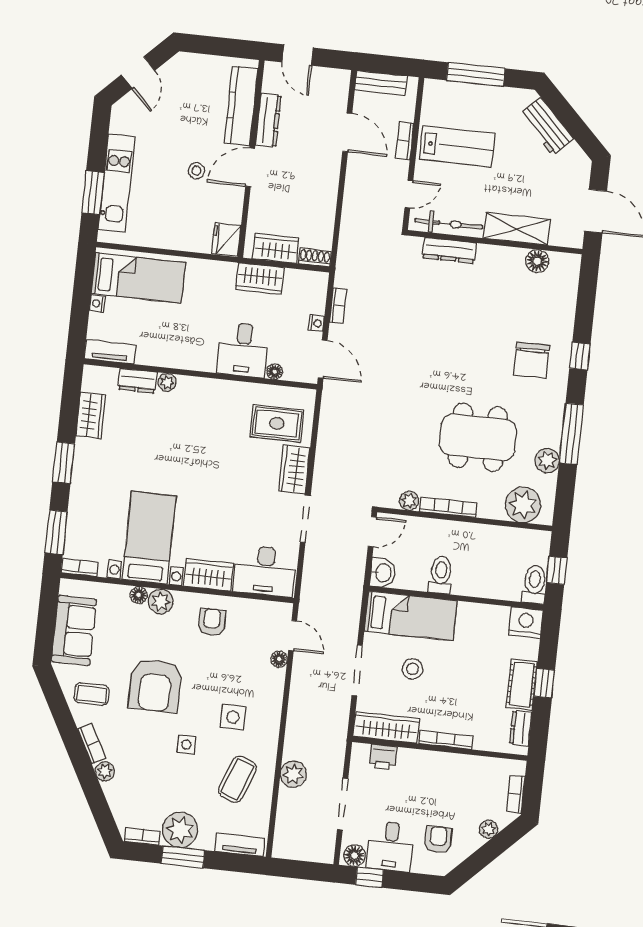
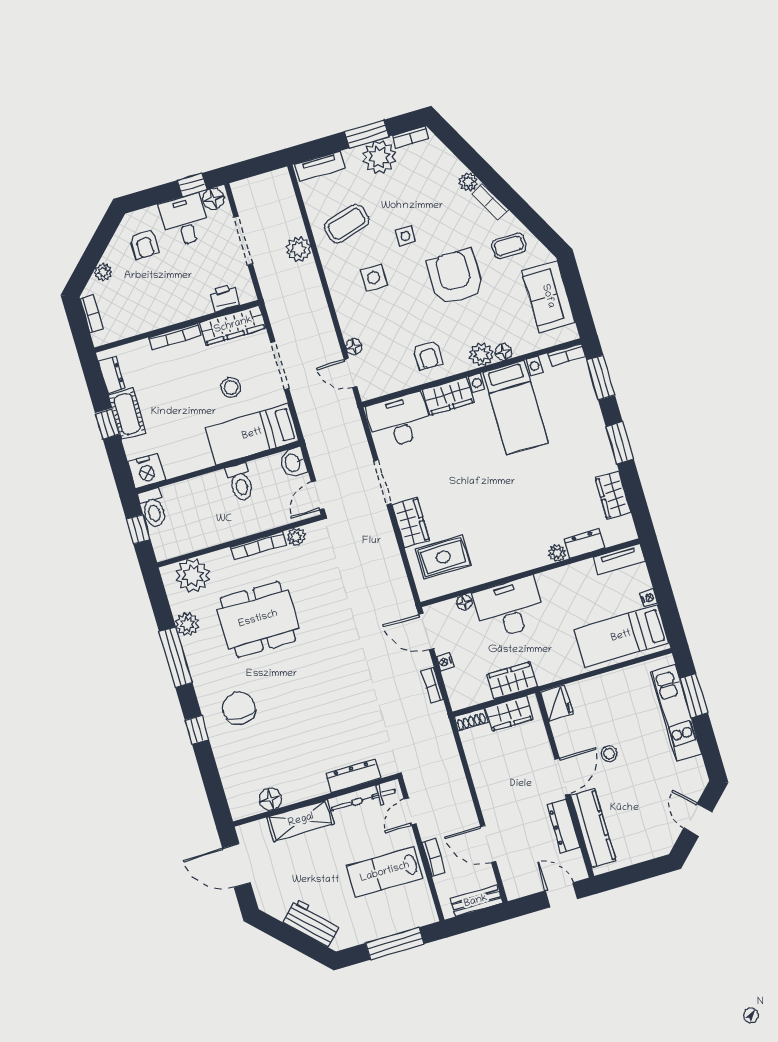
desk: (243, 350) -> (509, 608), width x1.37
coffee table: (237, 779) -> (347, 224), turned 53

